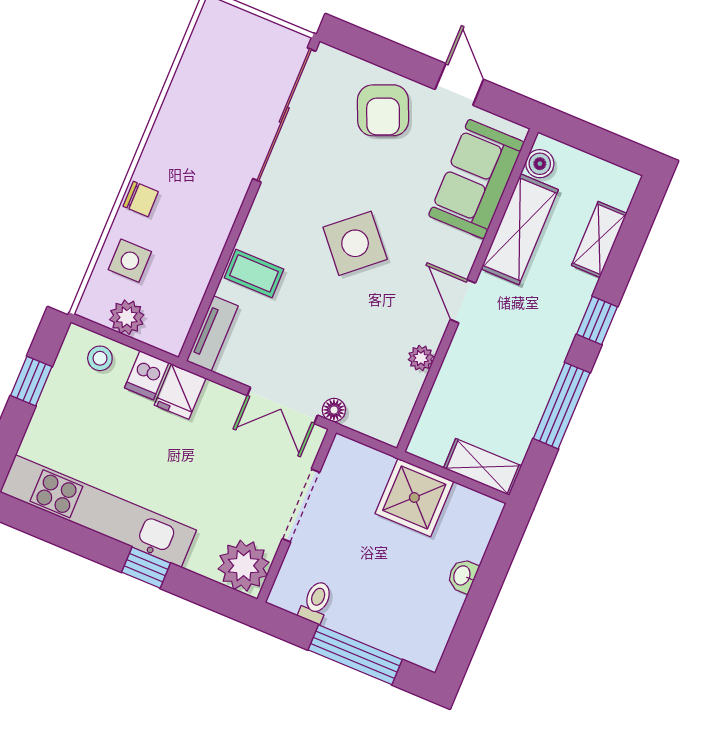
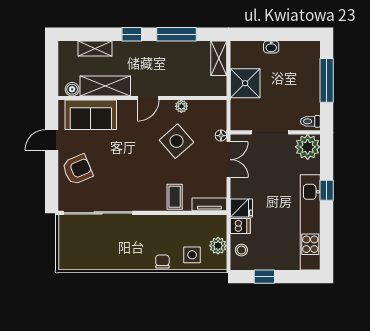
side table: (355, 243) -> (177, 141), moved
toilet: (316, 602) -> (310, 121), moved

